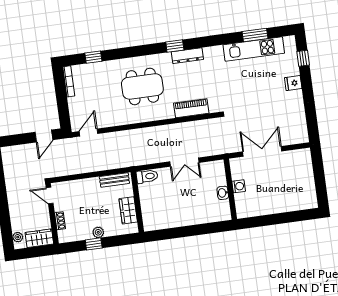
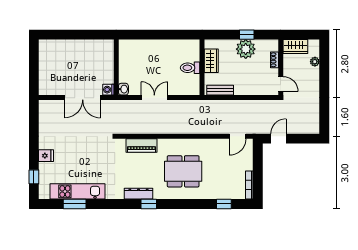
toilet: (147, 176) -> (190, 68), moved
washing machine: (239, 186) -> (108, 90), moved
washbasin: (223, 193) -> (123, 89), moved
plant: (98, 232) -> (246, 49), width x1.88, depth x1.88
plant: (18, 237) -> (315, 62), moved

